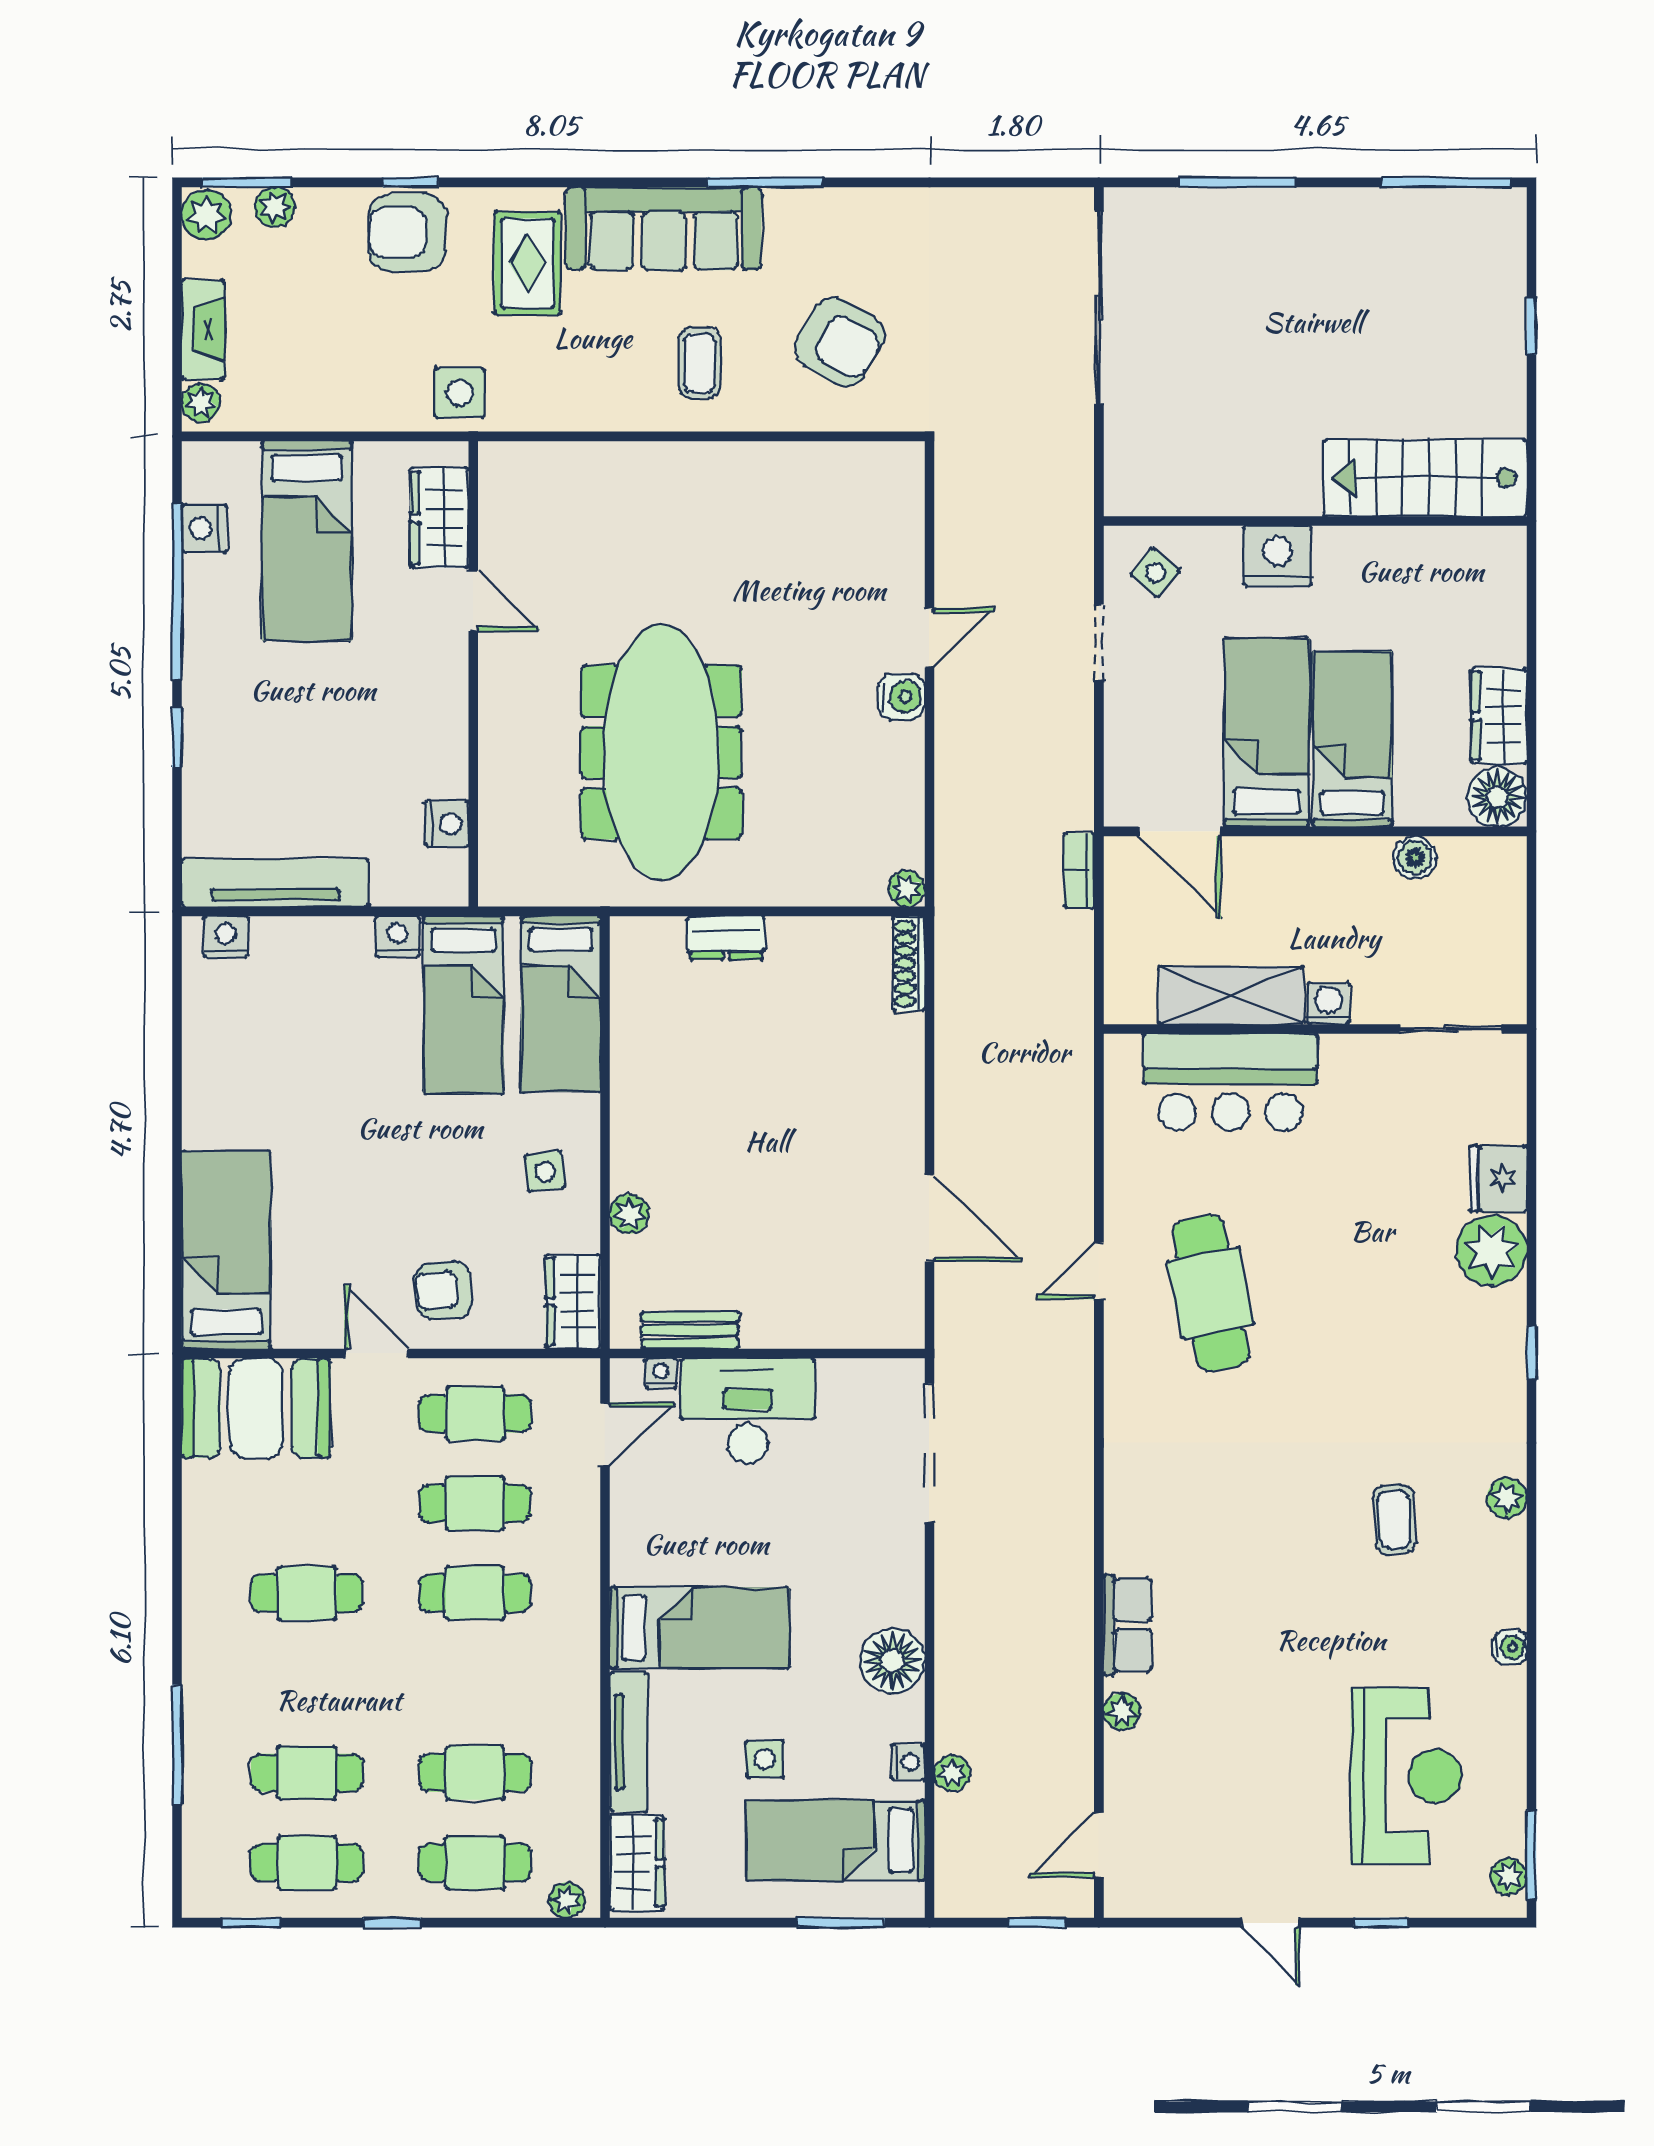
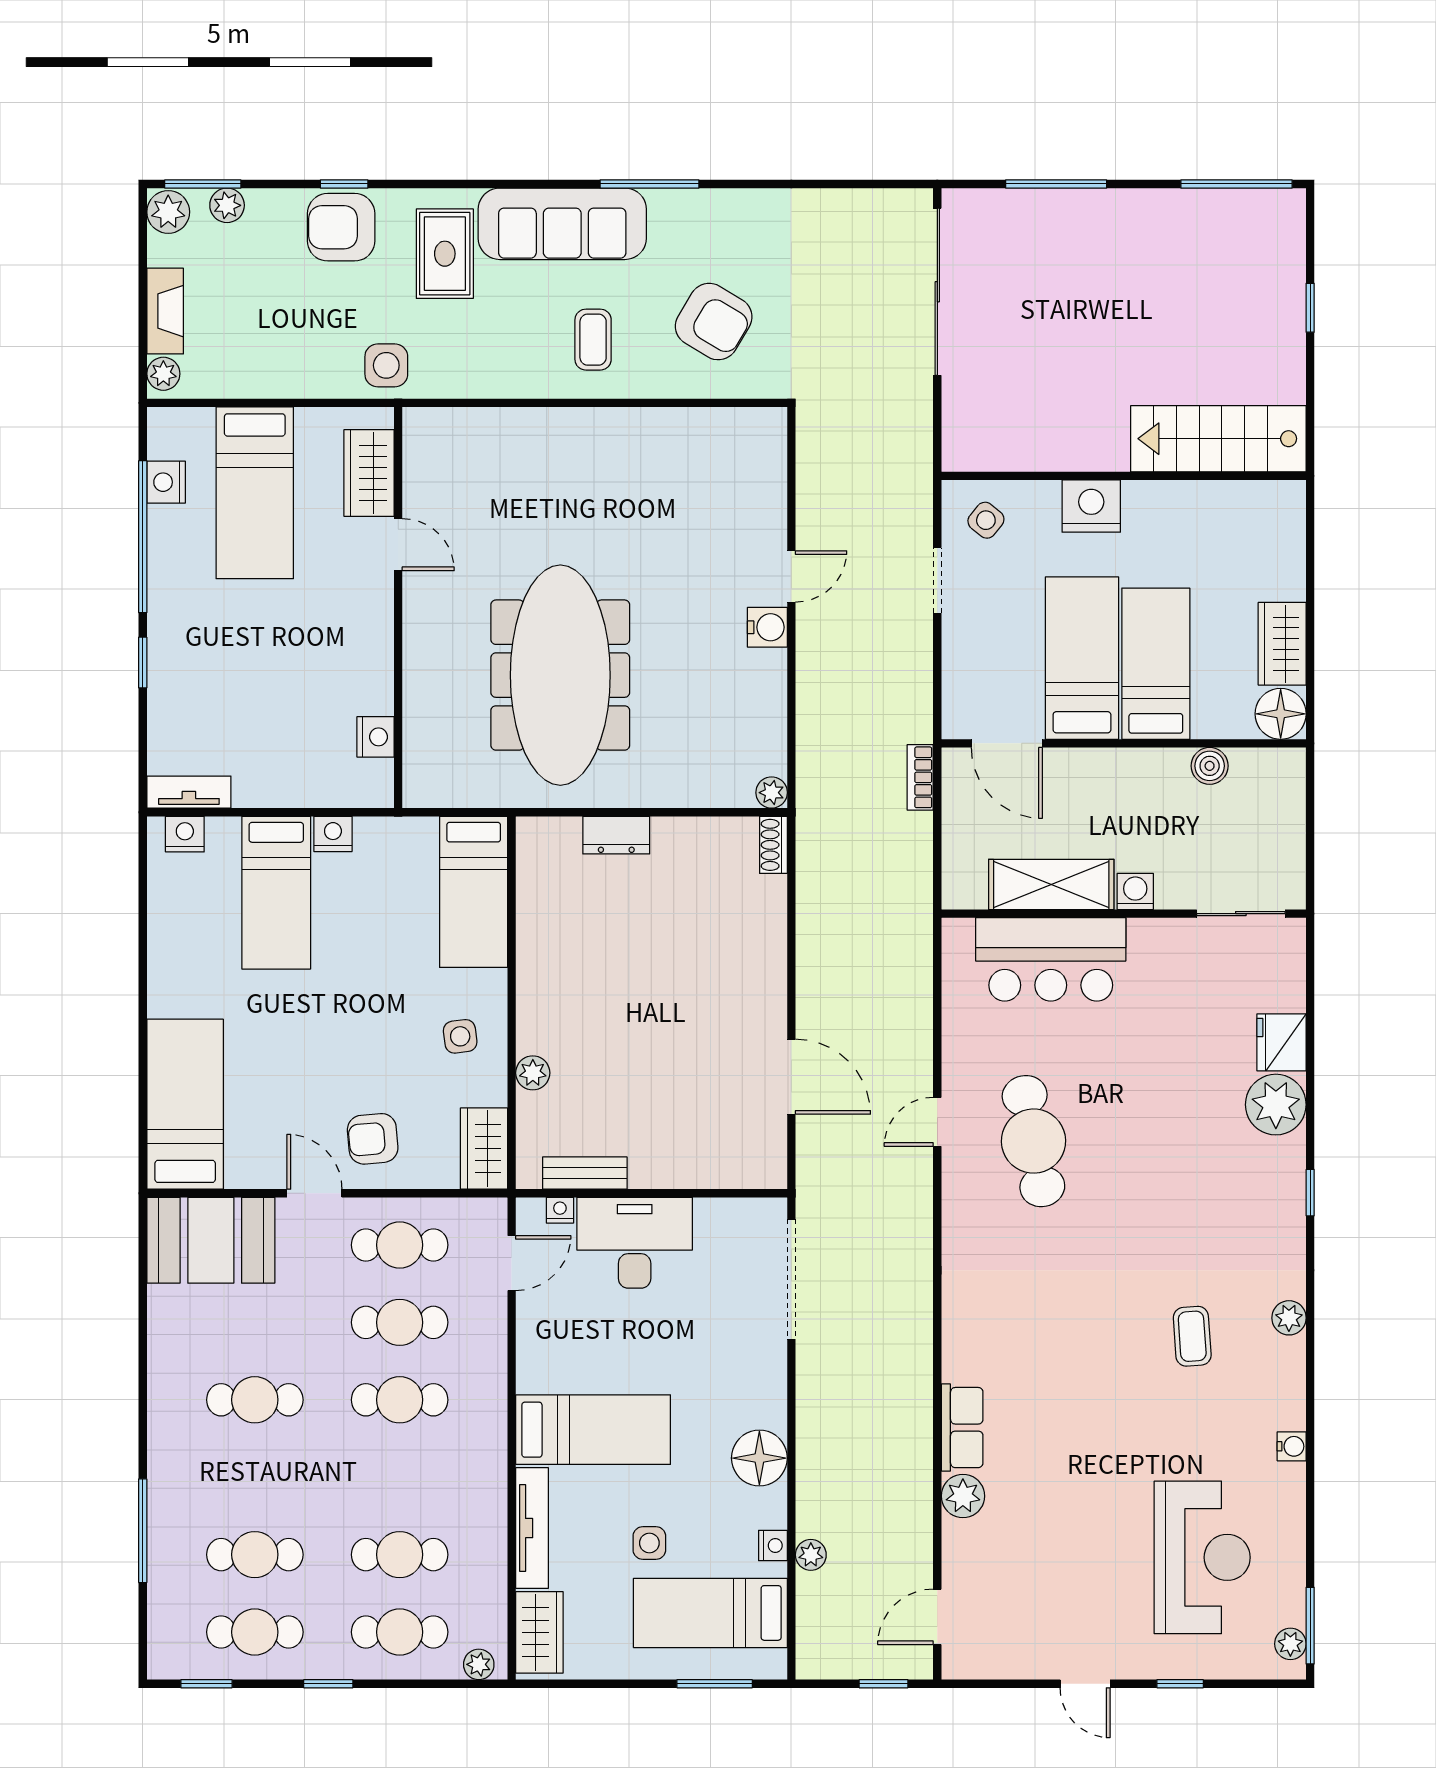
tv unit: (275, 883) -> (189, 792), width x0.52, depth x0.78
shoe rack: (909, 963) -> (773, 845), width x0.70
bed: (463, 1005) -> (276, 893), moved
plant: (1122, 1712) -> (963, 1496), width x1.38, depth x1.38

